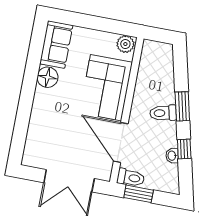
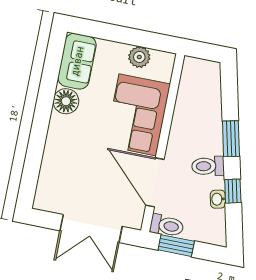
plant: (125, 44) -> (139, 57), moved
toilet: (163, 113) -> (208, 166), moved

